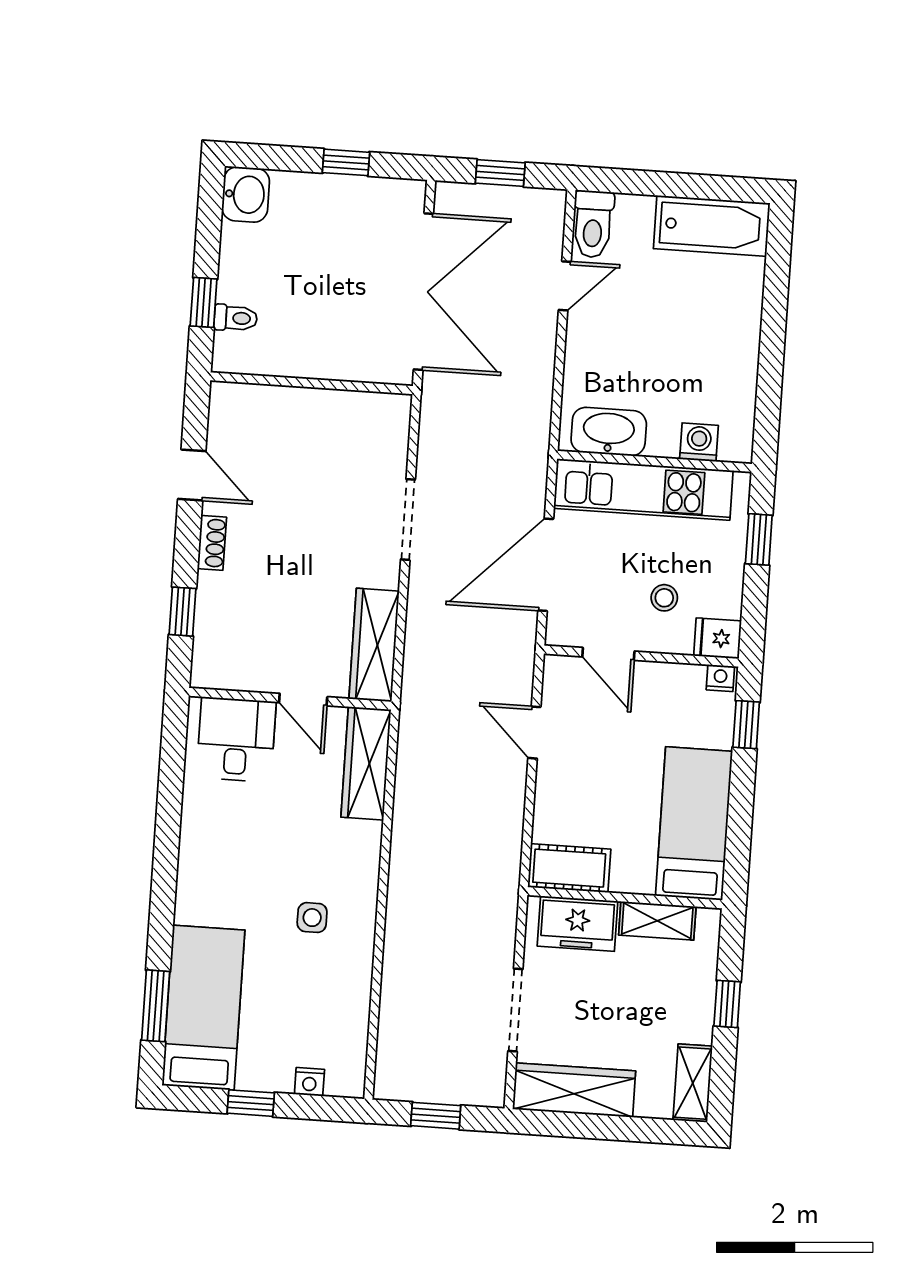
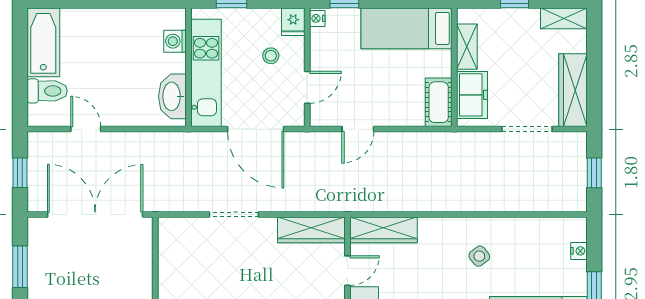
window: (346, 162) -> (20, 267), width x1.50
toilet: (593, 224) -> (47, 91), moved
side table: (312, 918) -> (479, 256), turned -38

